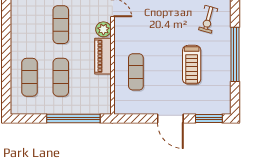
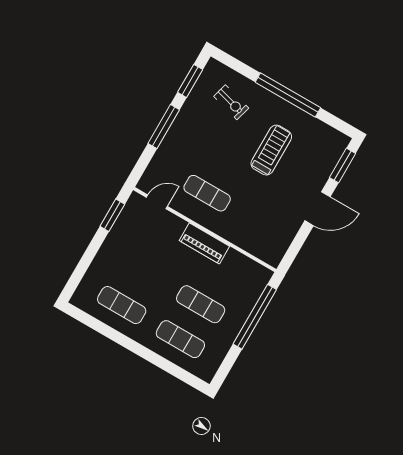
exercise mat: (61, 25) -> (122, 305), moved
plant: (103, 29) -> (175, 226), removed
treadmill: (192, 65) -> (271, 150), turned -90
exercise mat: (136, 72) -> (207, 193), moved

